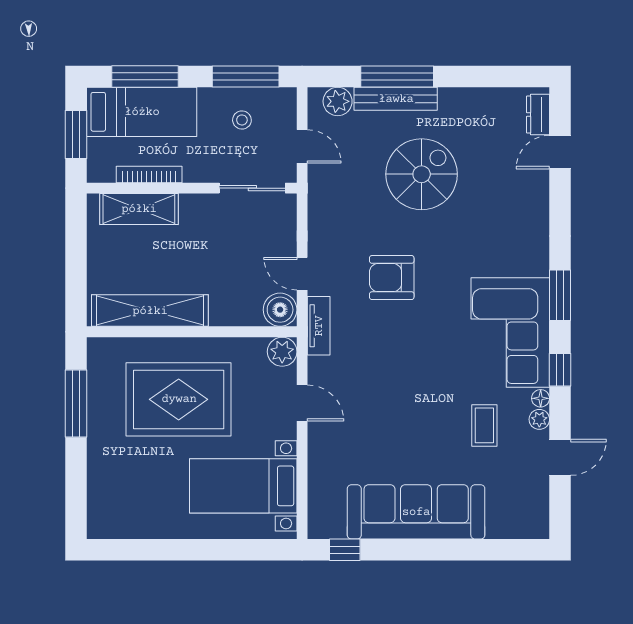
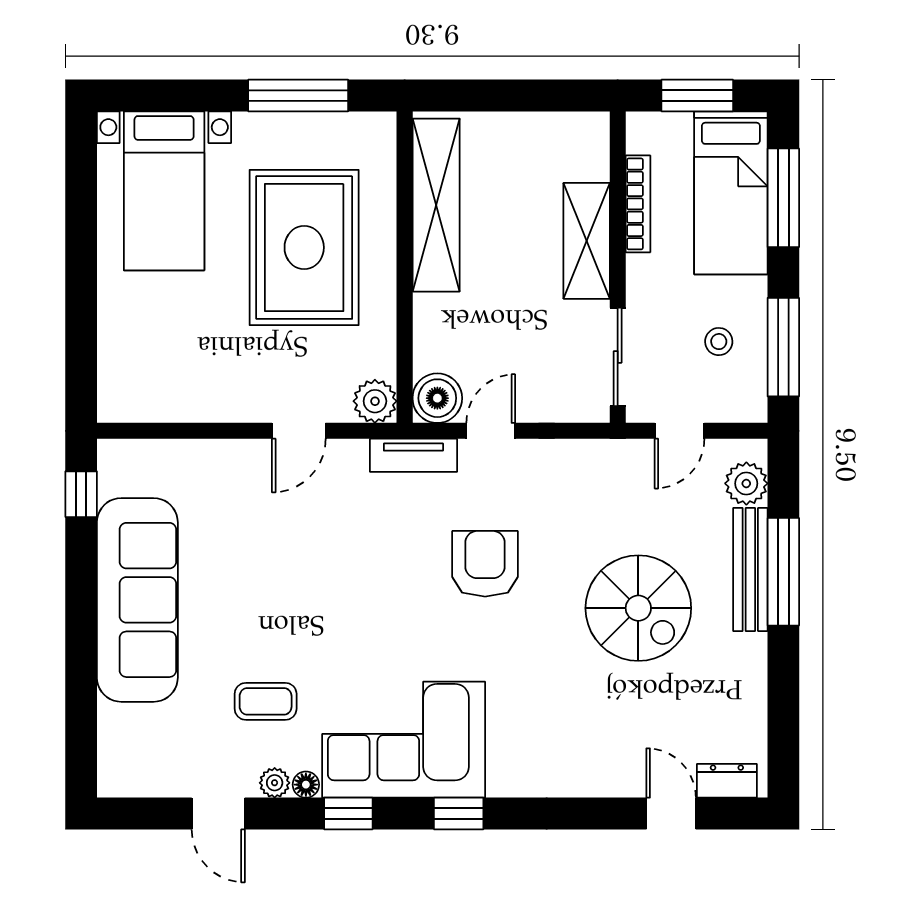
shelving: (139, 209) -> (587, 241), moved
window: (560, 295) -> (459, 814), width x0.67
bed with nightstands: (243, 486) -> (164, 191), moved, turned 180

